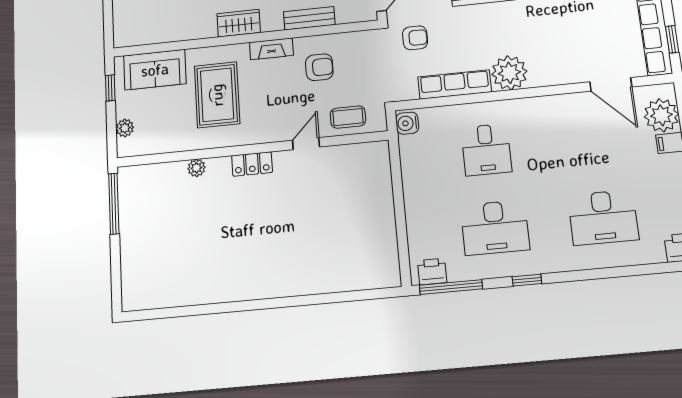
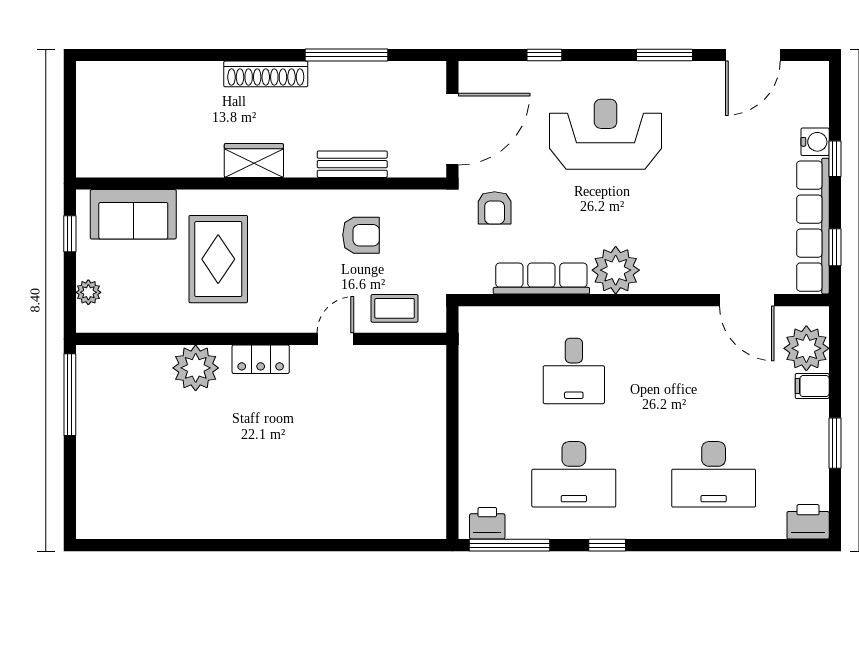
armchair: (415, 38) -> (495, 208), turned 90
fireplace: (271, 49) -> (297, 202), removed
water cooler: (407, 123) -> (473, 325), removed
plant: (196, 168) -> (196, 368), width x1.88, depth x1.88

